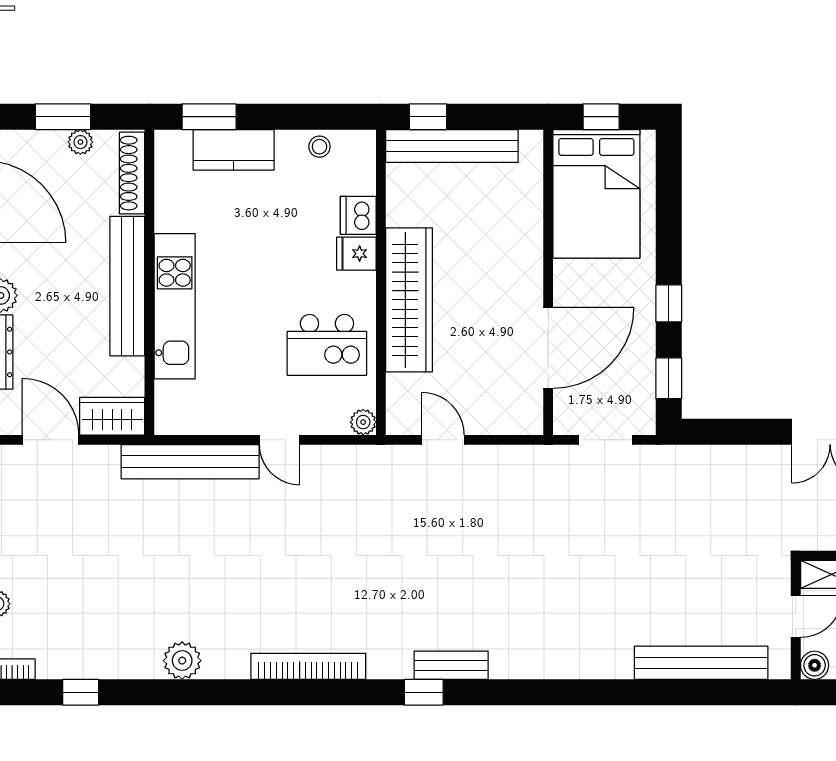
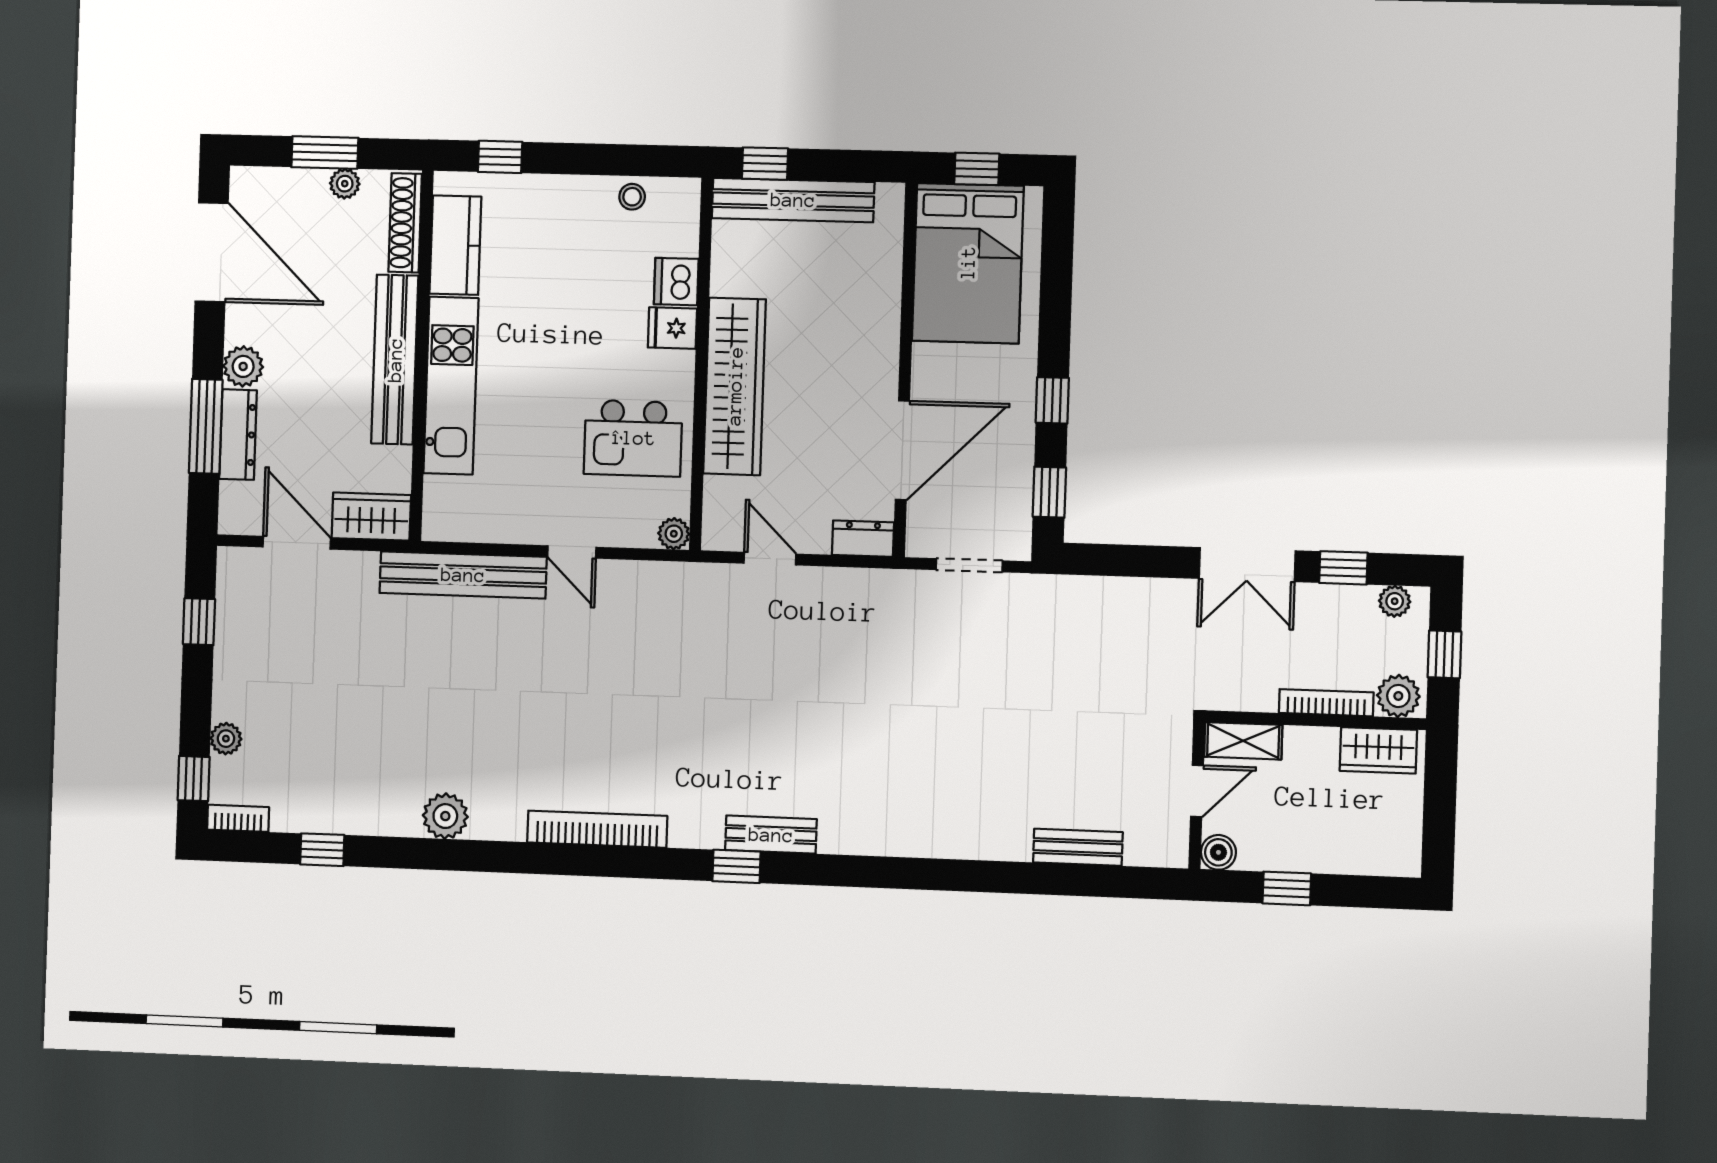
window: (209, 117) -> (500, 157), width x0.67
kitchen counter: (234, 150) -> (455, 245), moved, turned -90
dresser: (518, 421) -> (863, 539), added
bench: (701, 663) -> (1078, 847), width x0.54, depth x0.82

